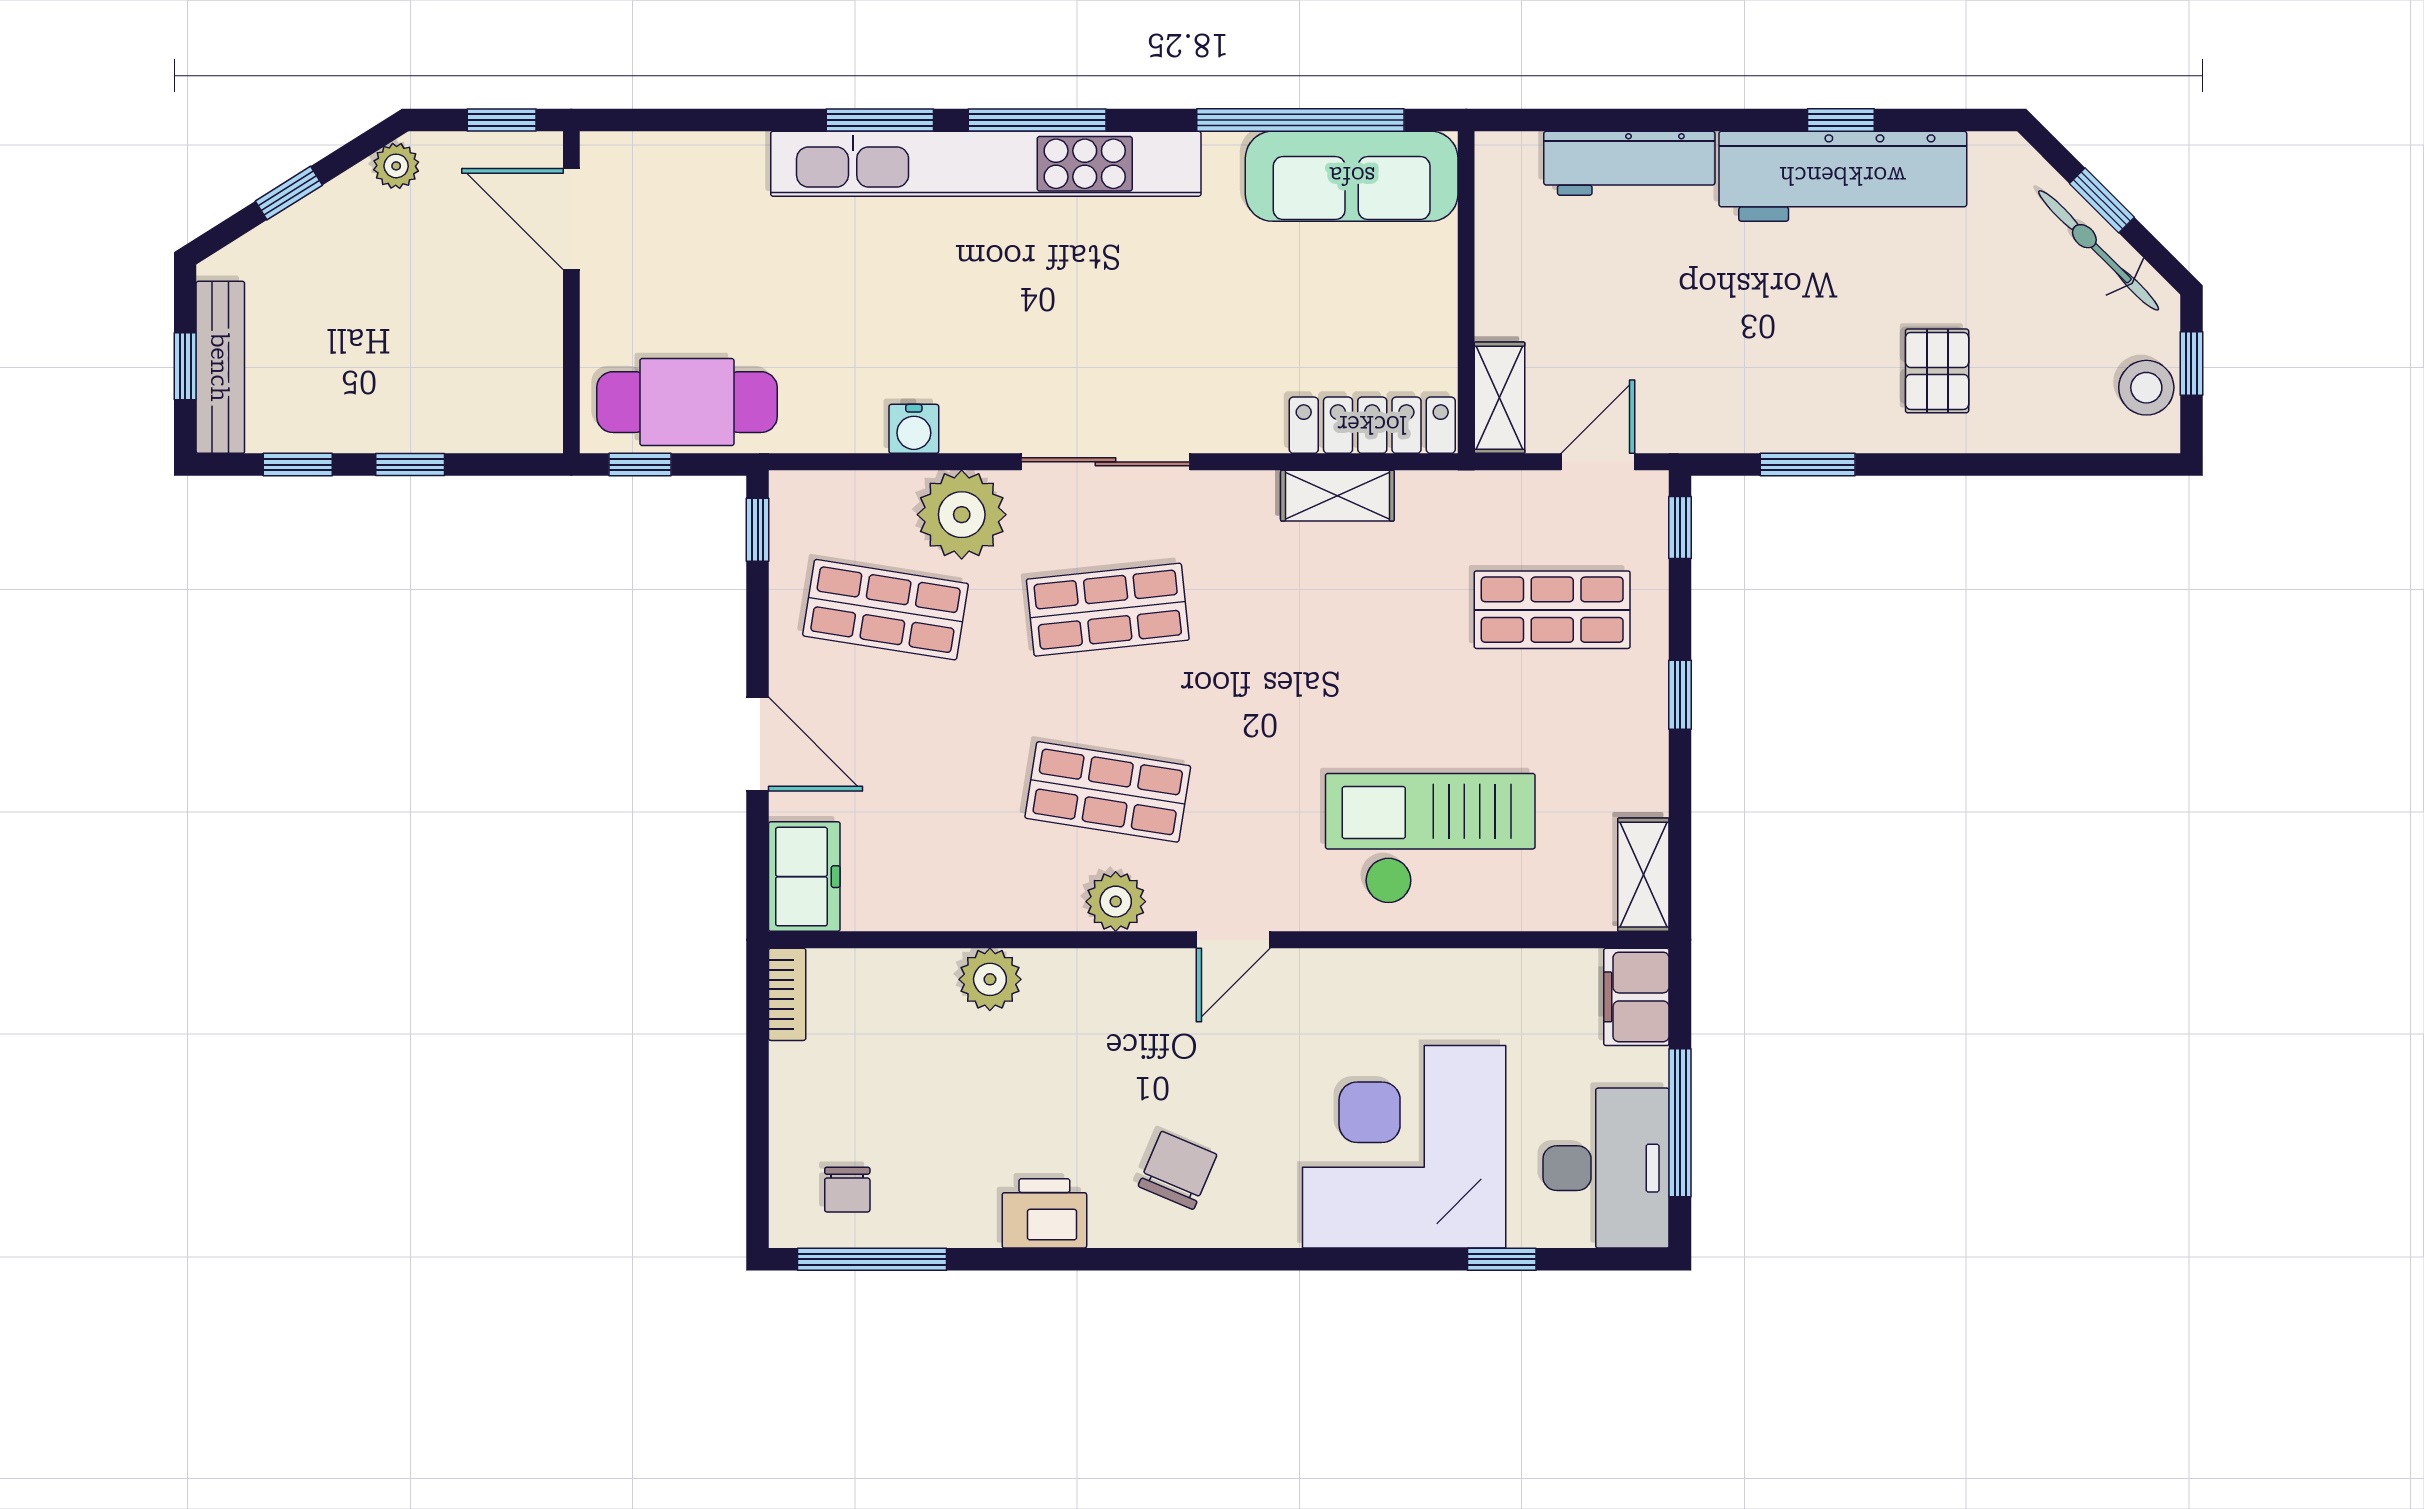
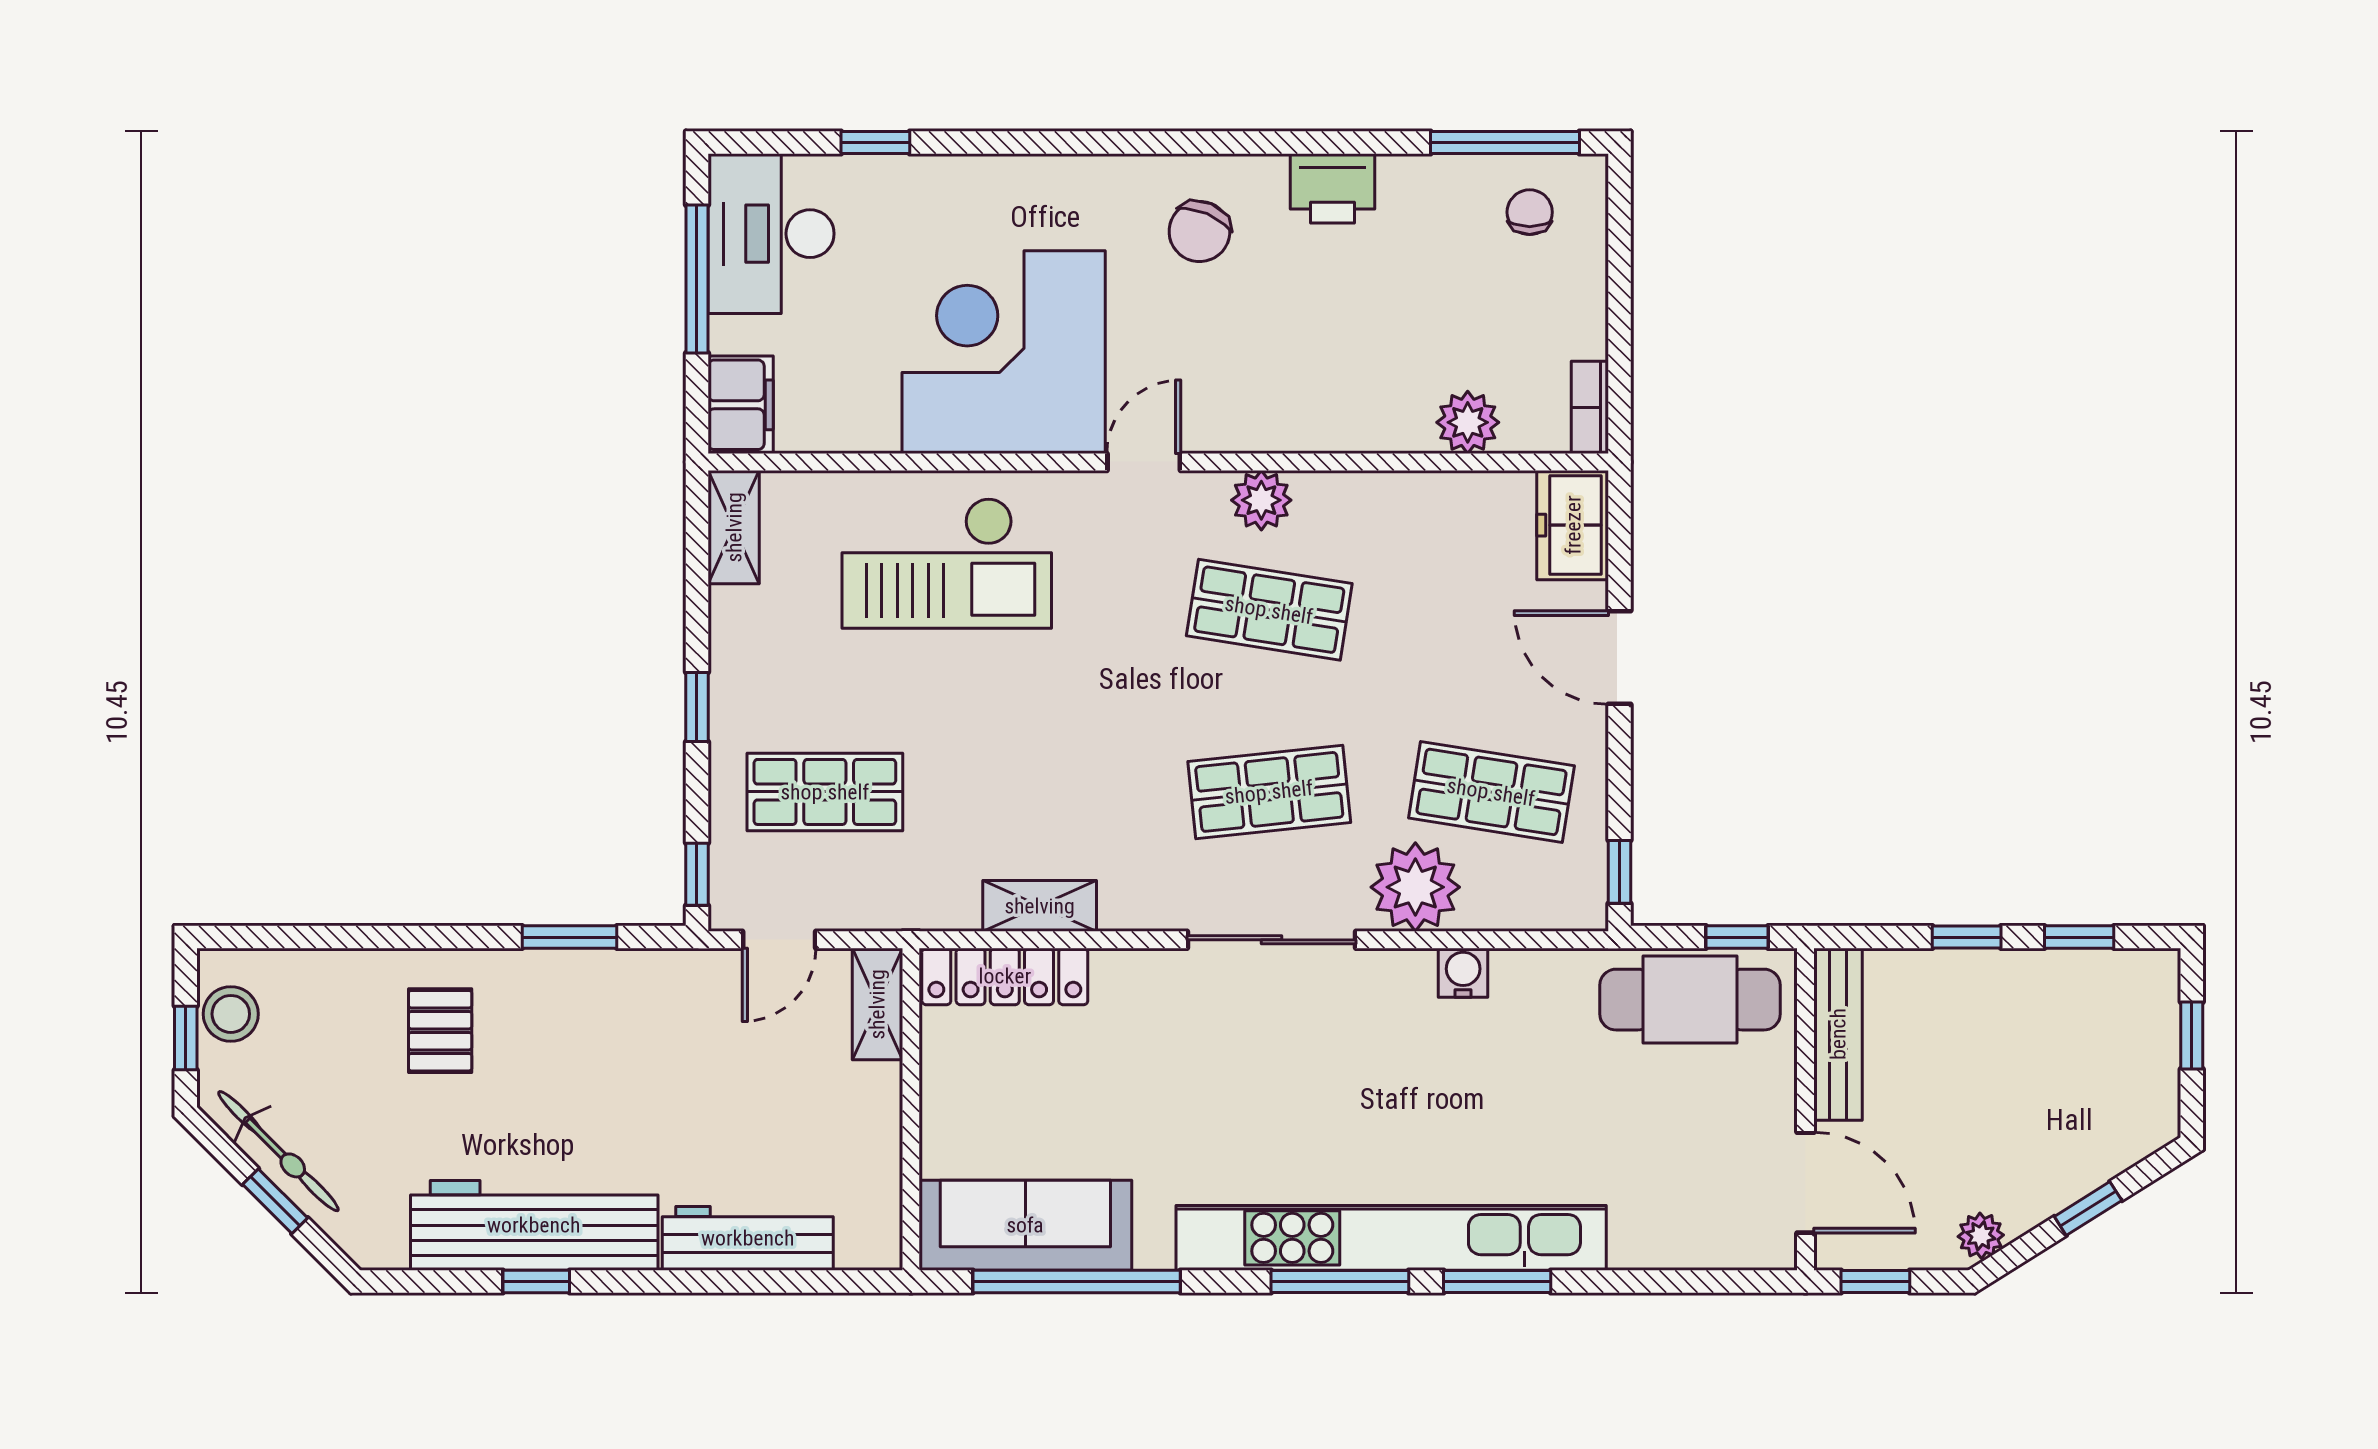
bench: (220, 367) -> (1838, 1034), moved
plant: (990, 979) -> (1468, 422), moved
corner desk: (1404, 1147) -> (1004, 352), moved, turned 180

